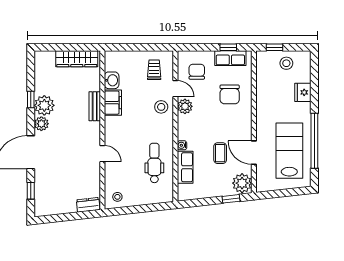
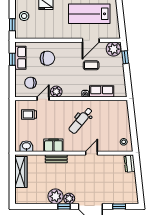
washbasin: (112, 80) -> (26, 146), moved
window: (31, 100) -> (64, 206), moved
stool: (161, 107) -> (57, 109), removed
dental chair: (154, 163) -> (81, 121), moved, turned -50

